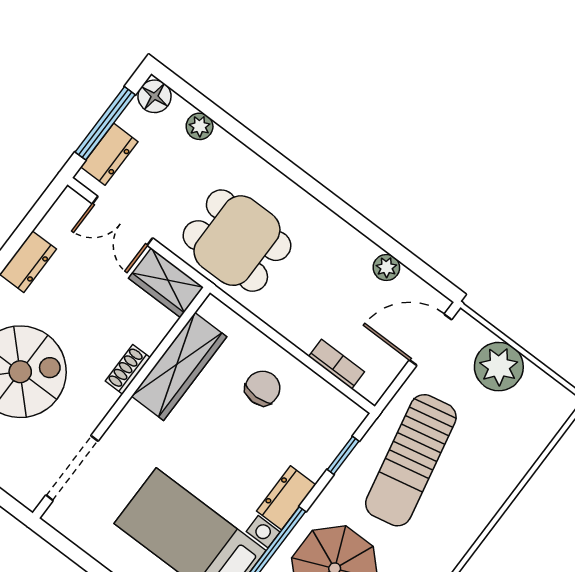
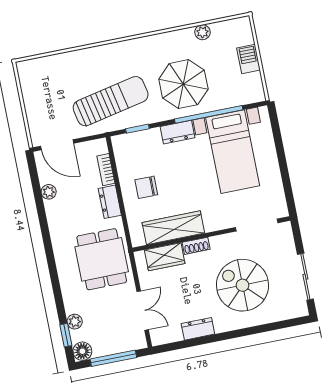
window: (195, 98) -> (66, 335), added
dresser: (109, 154) -> (110, 202), moved, turned -90
wardrobe: (166, 283) -> (165, 257), moved, turned 90
plant: (499, 367) -> (38, 108), removed

